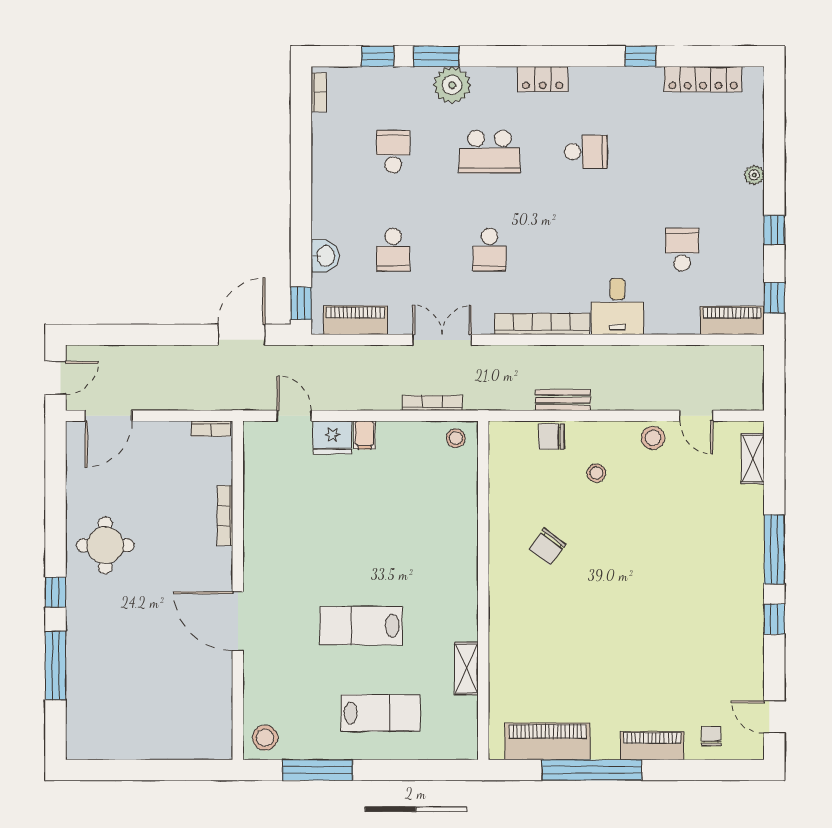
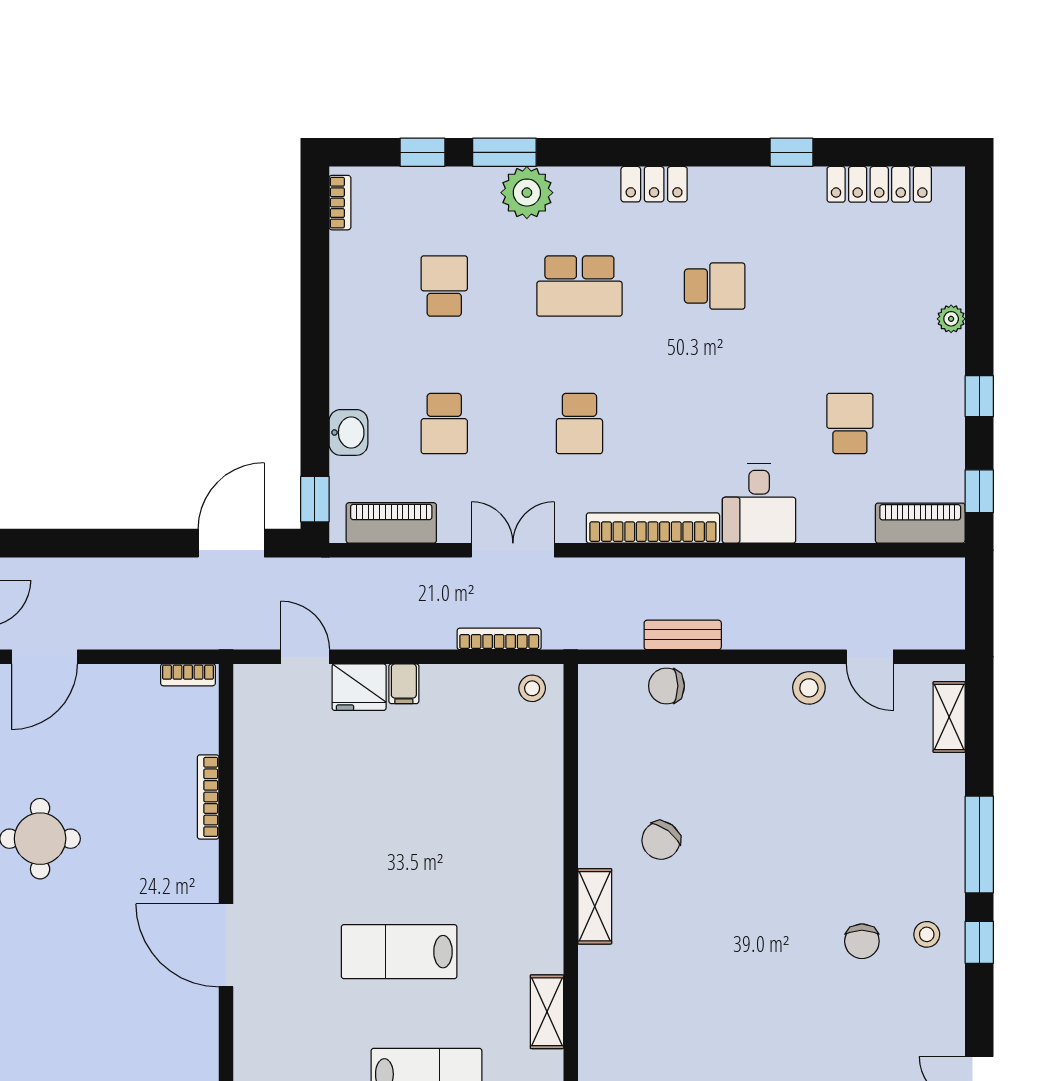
stool: (596, 473) -> (927, 934), moved
shelving: (500, 593) -> (595, 906), added
chair: (691, 618) -> (862, 941), added

